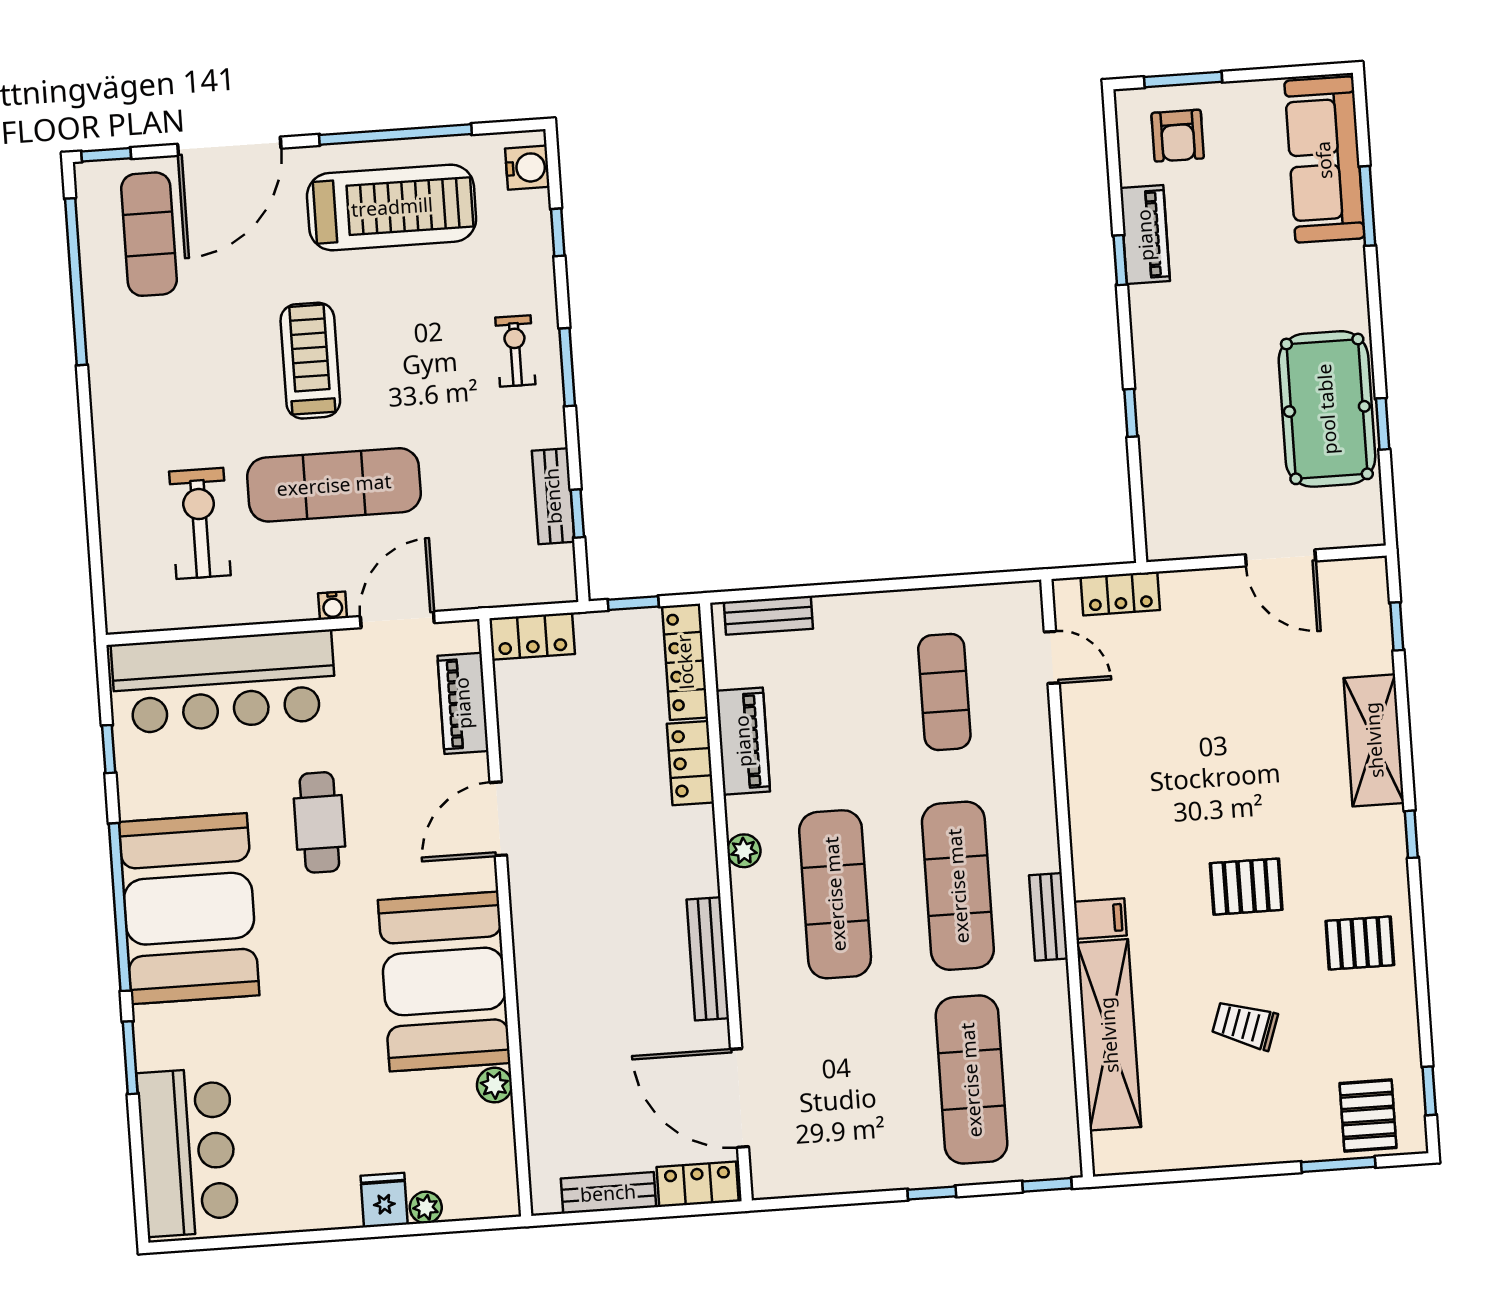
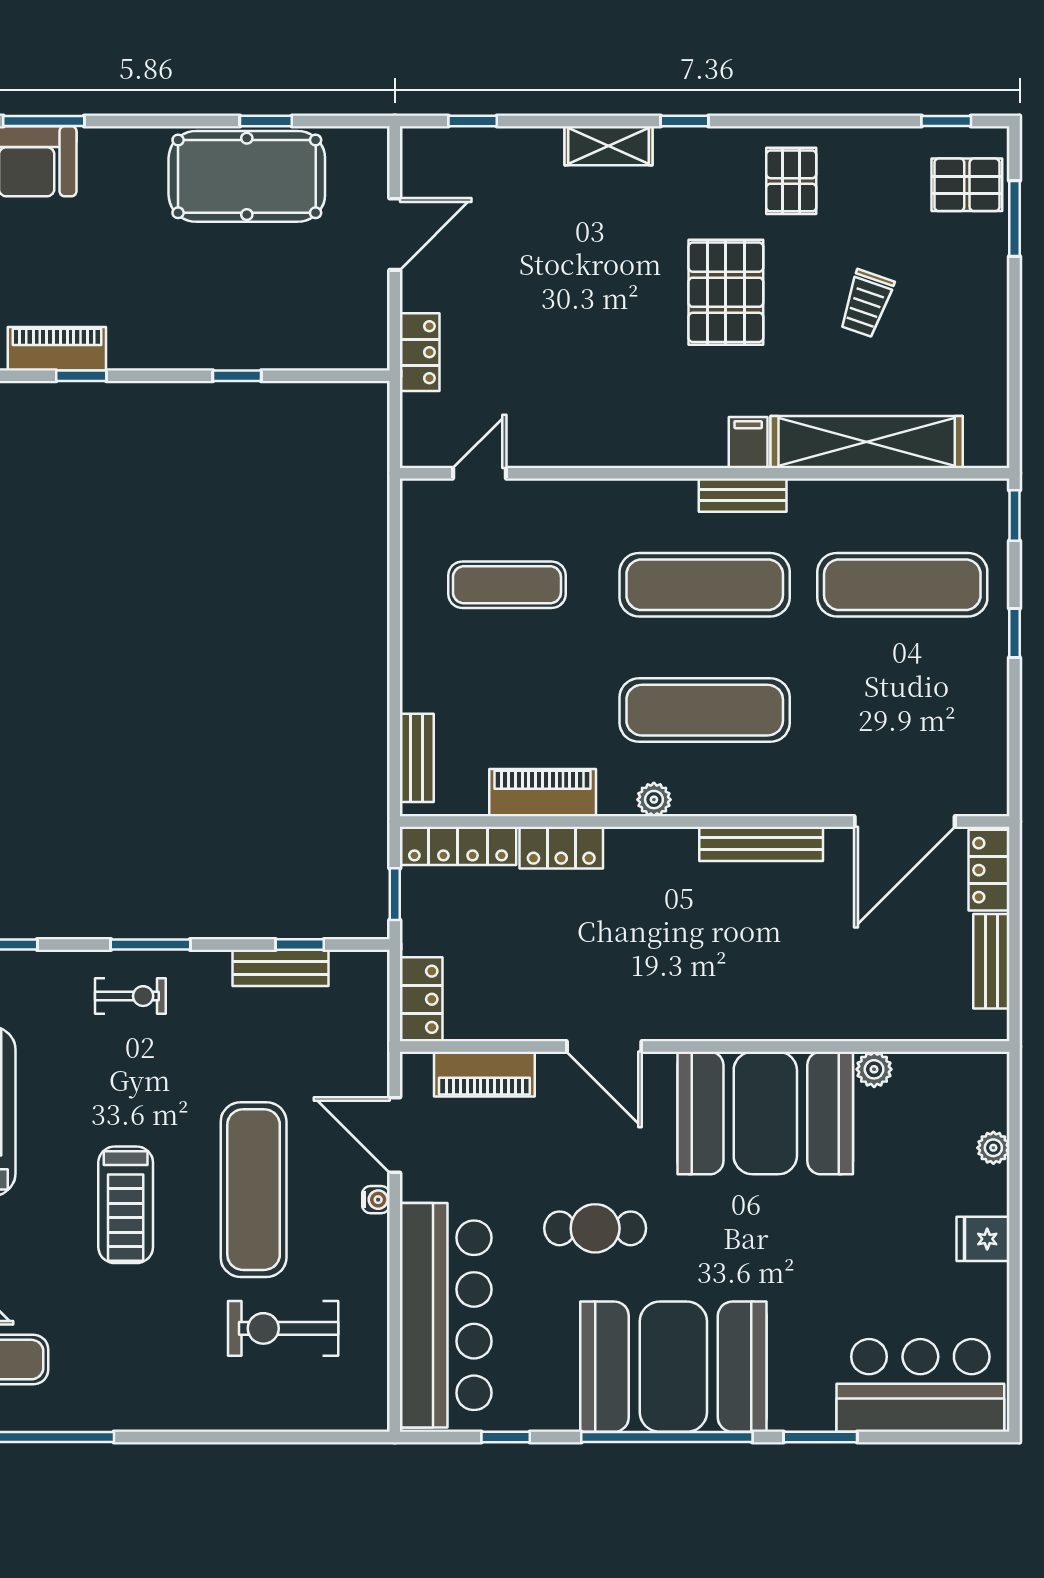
exercise bike: (515, 351) -> (130, 996), turned 180
treadmill: (310, 361) -> (126, 1205), turned -90
locker: (1120, 594) -> (420, 352), moved
shelving: (1374, 740) -> (609, 146), width x0.67, depth x0.75
pallet: (1246, 887) -> (726, 292), width x1.50, depth x1.42
fridge: (384, 1200) -> (983, 1239), moved

